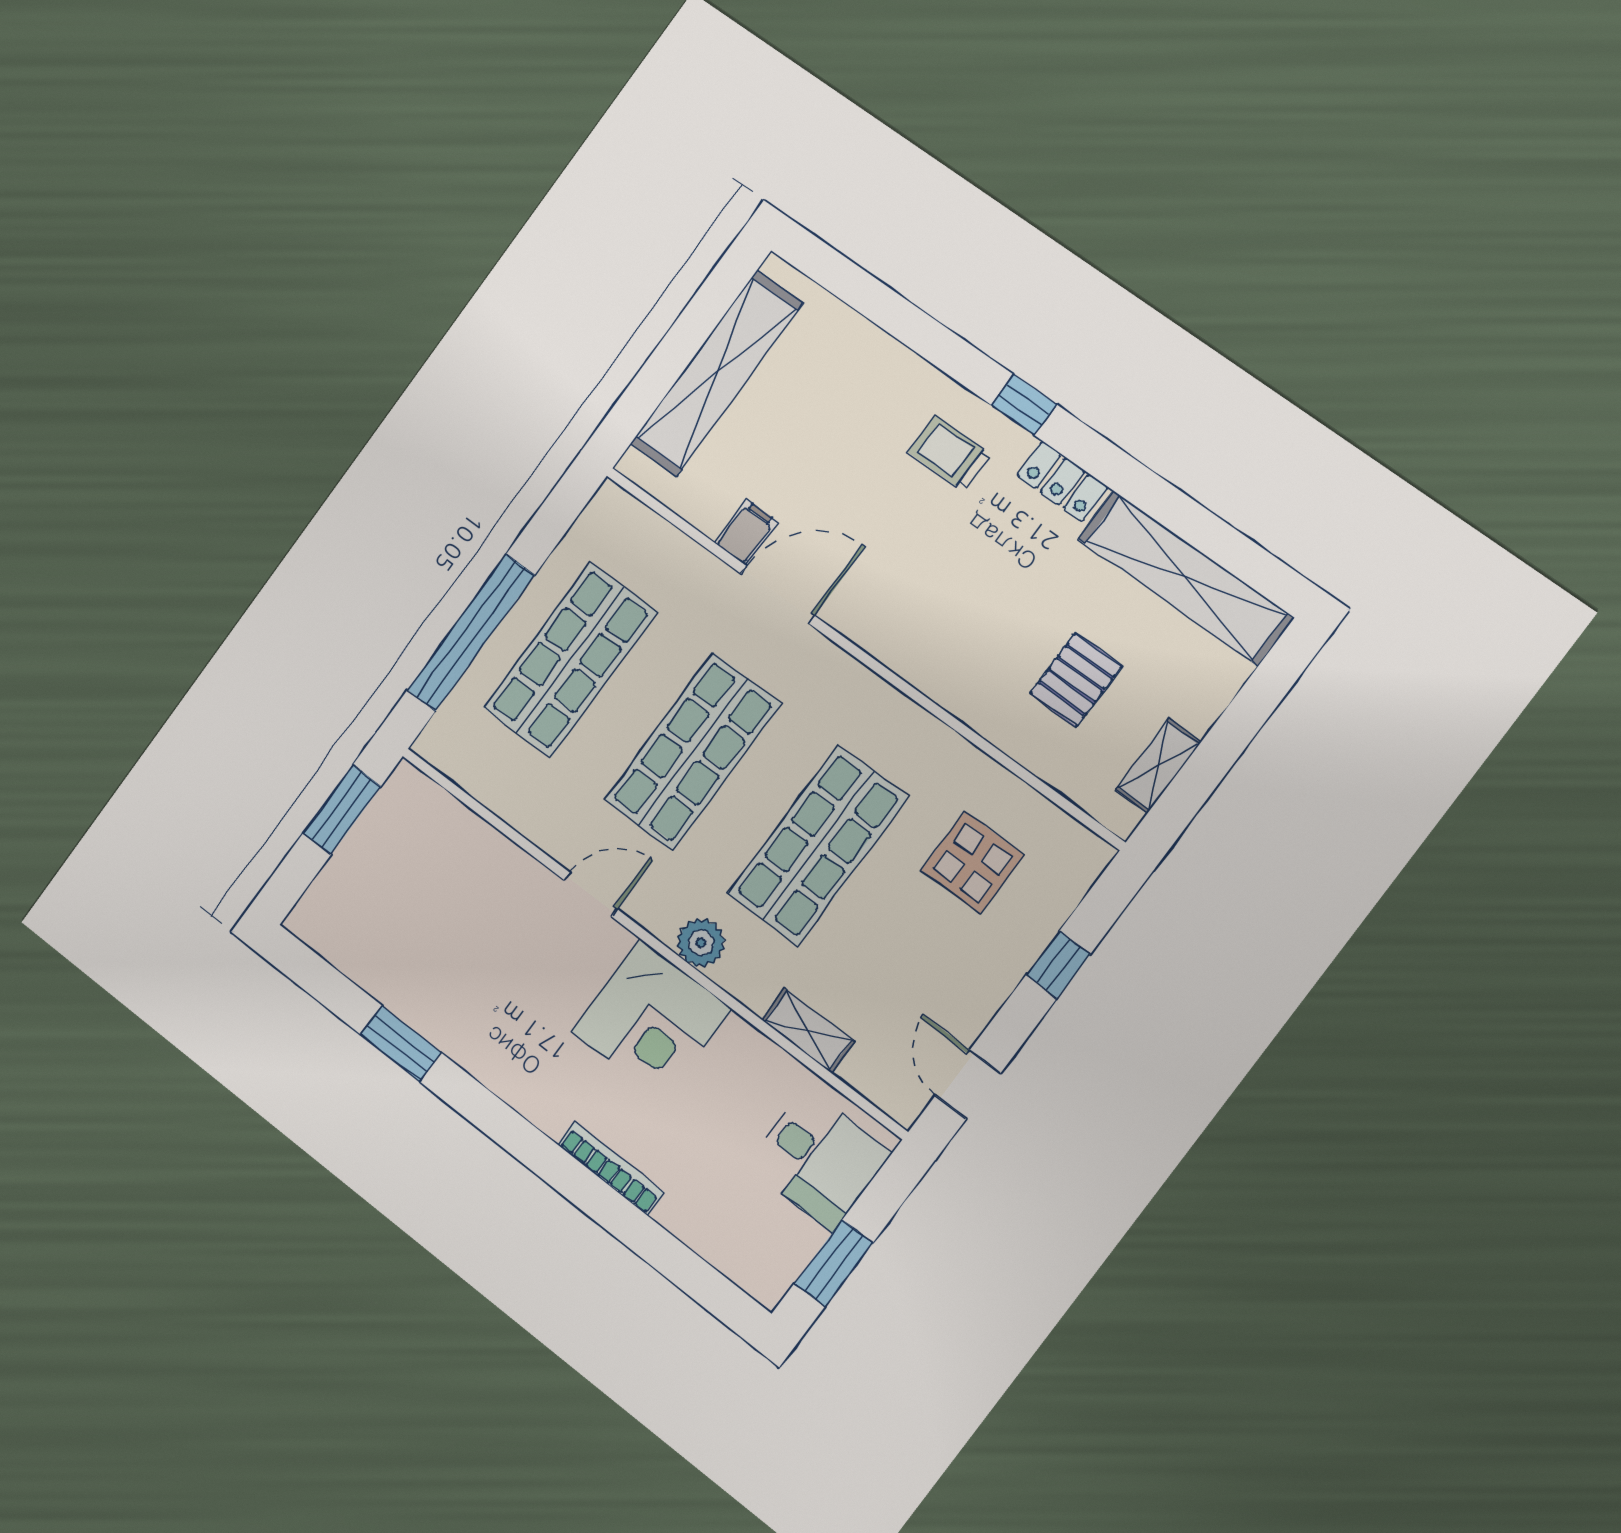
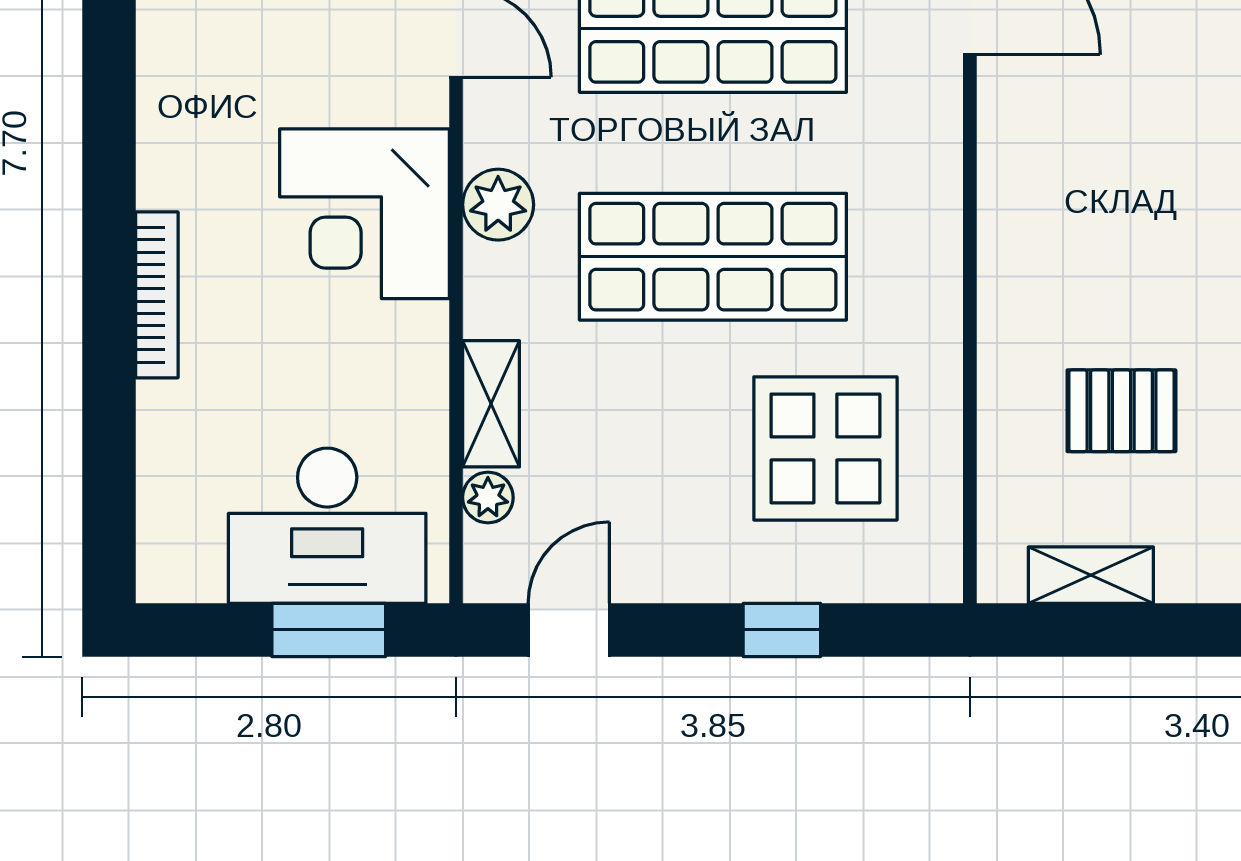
display table: (973, 863) -> (825, 448), width x1.36, depth x1.36
plant: (859, 1072) -> (488, 498), added
desk: (819, 1159) -> (327, 526), width x1.37
window: (834, 1263) -> (329, 630), moved

